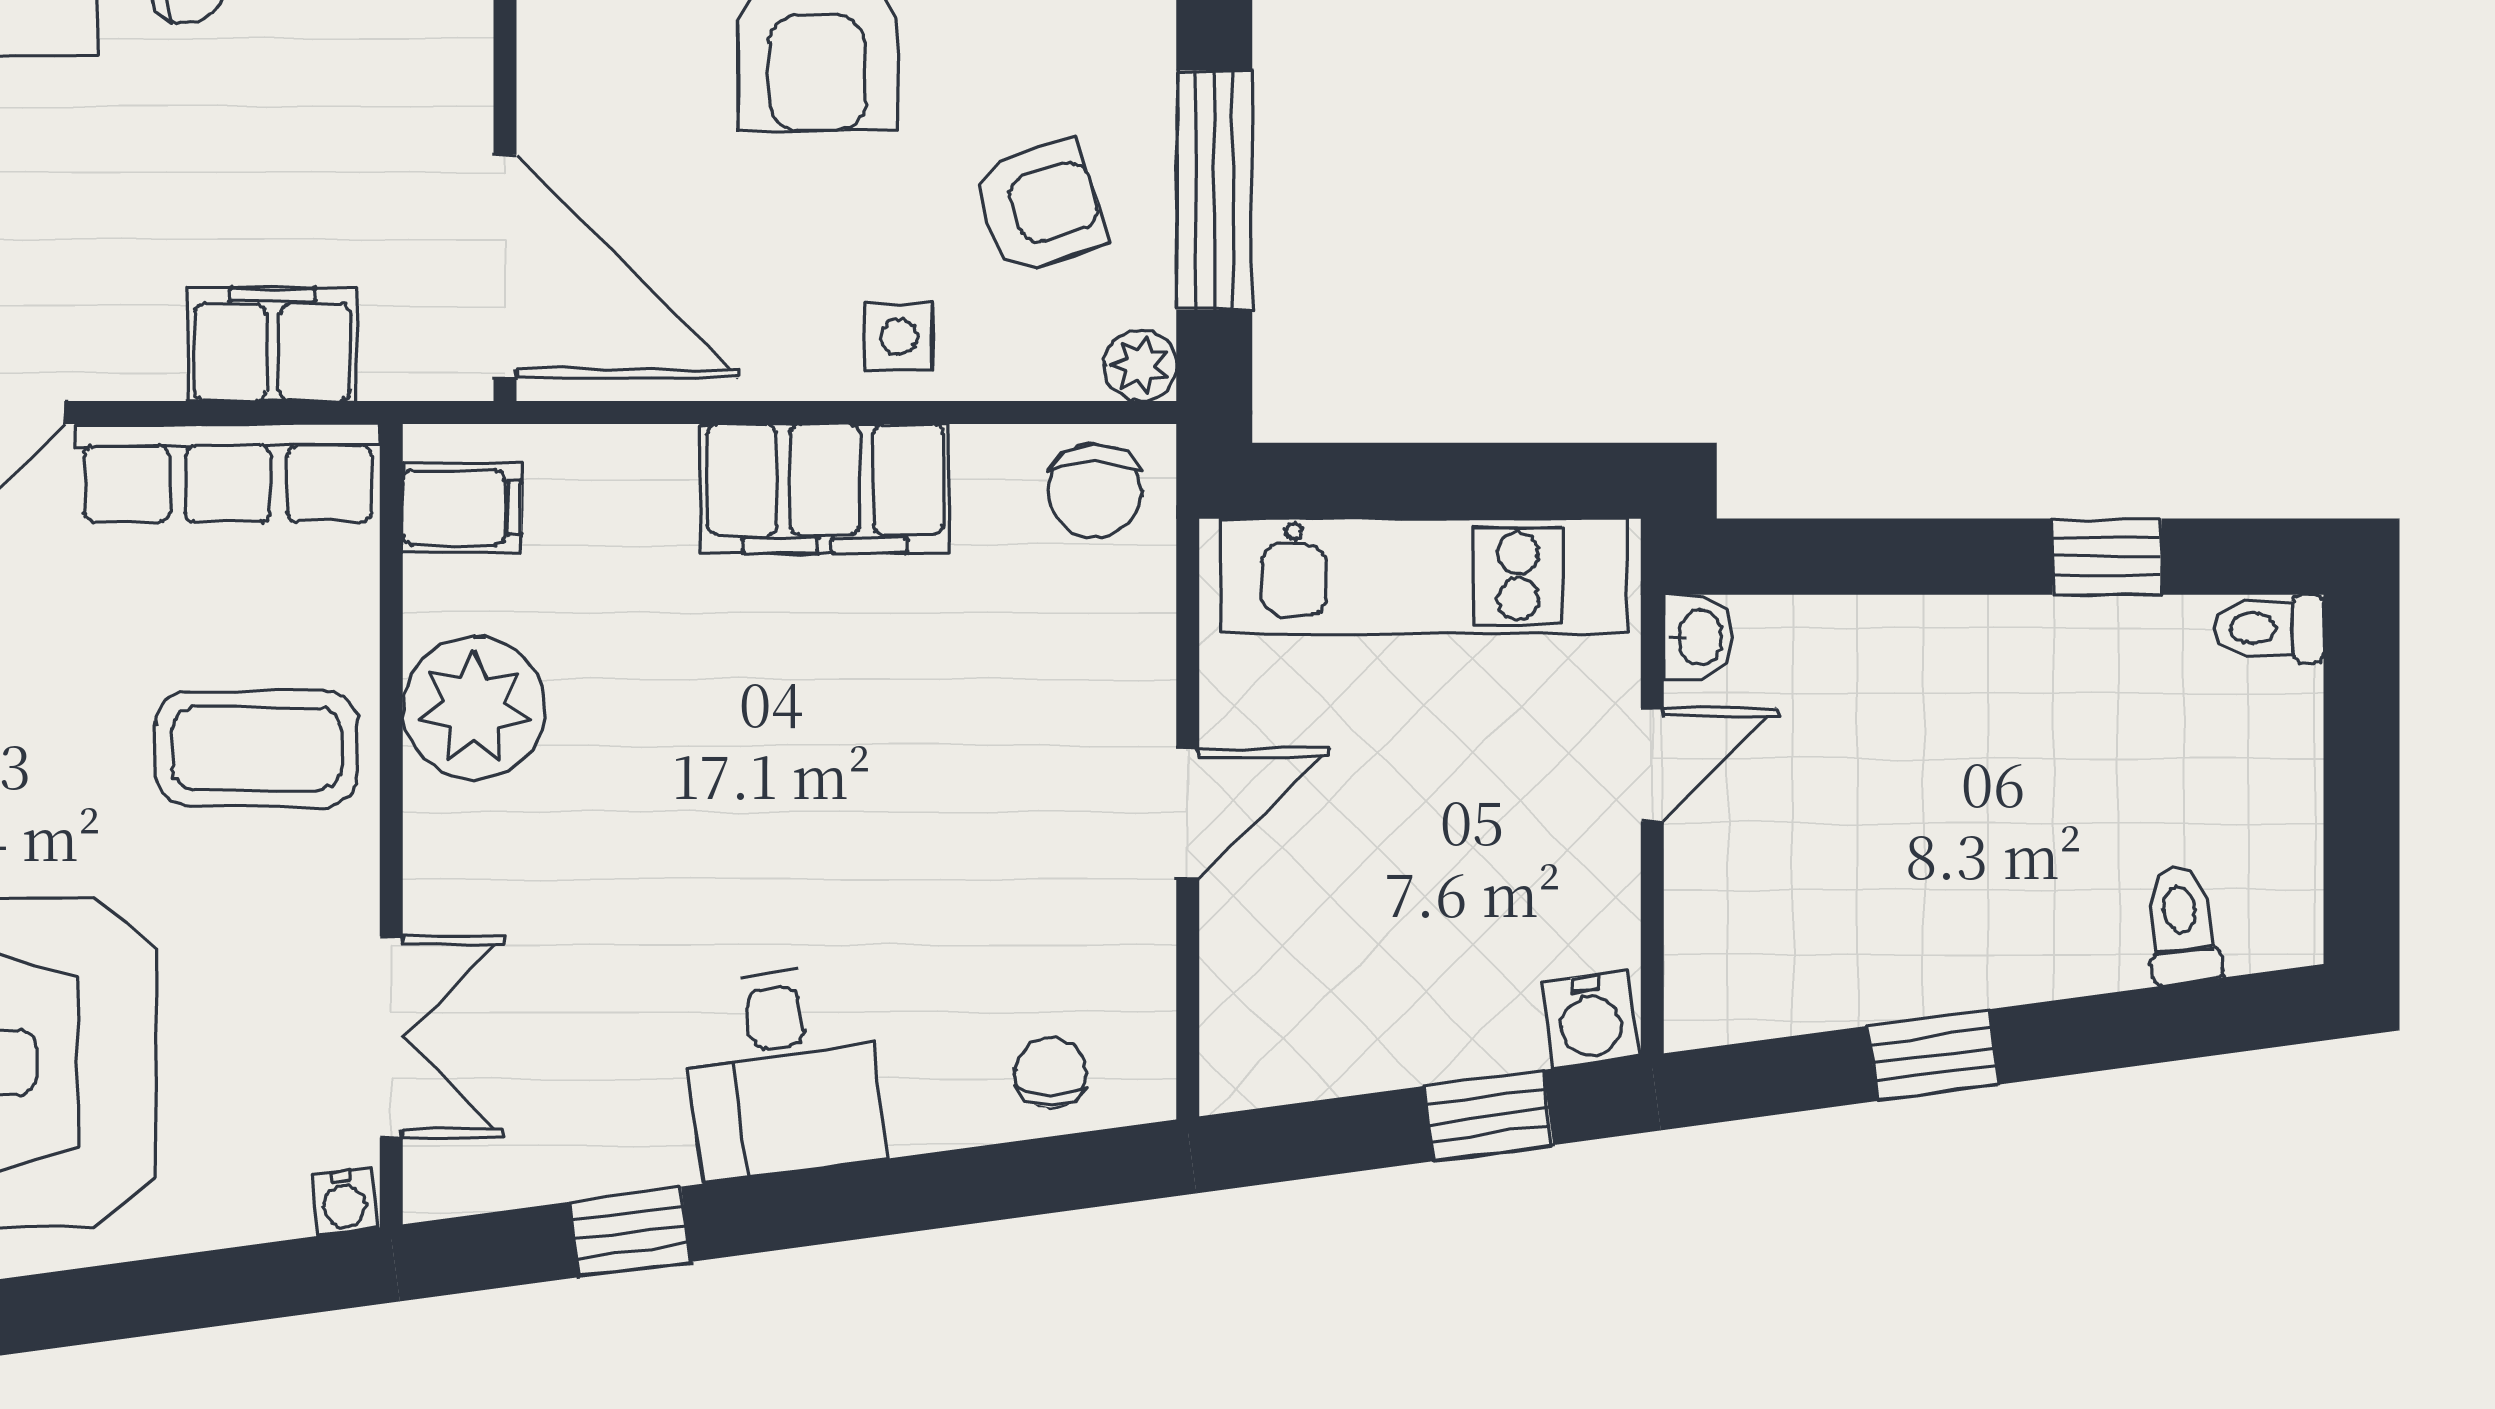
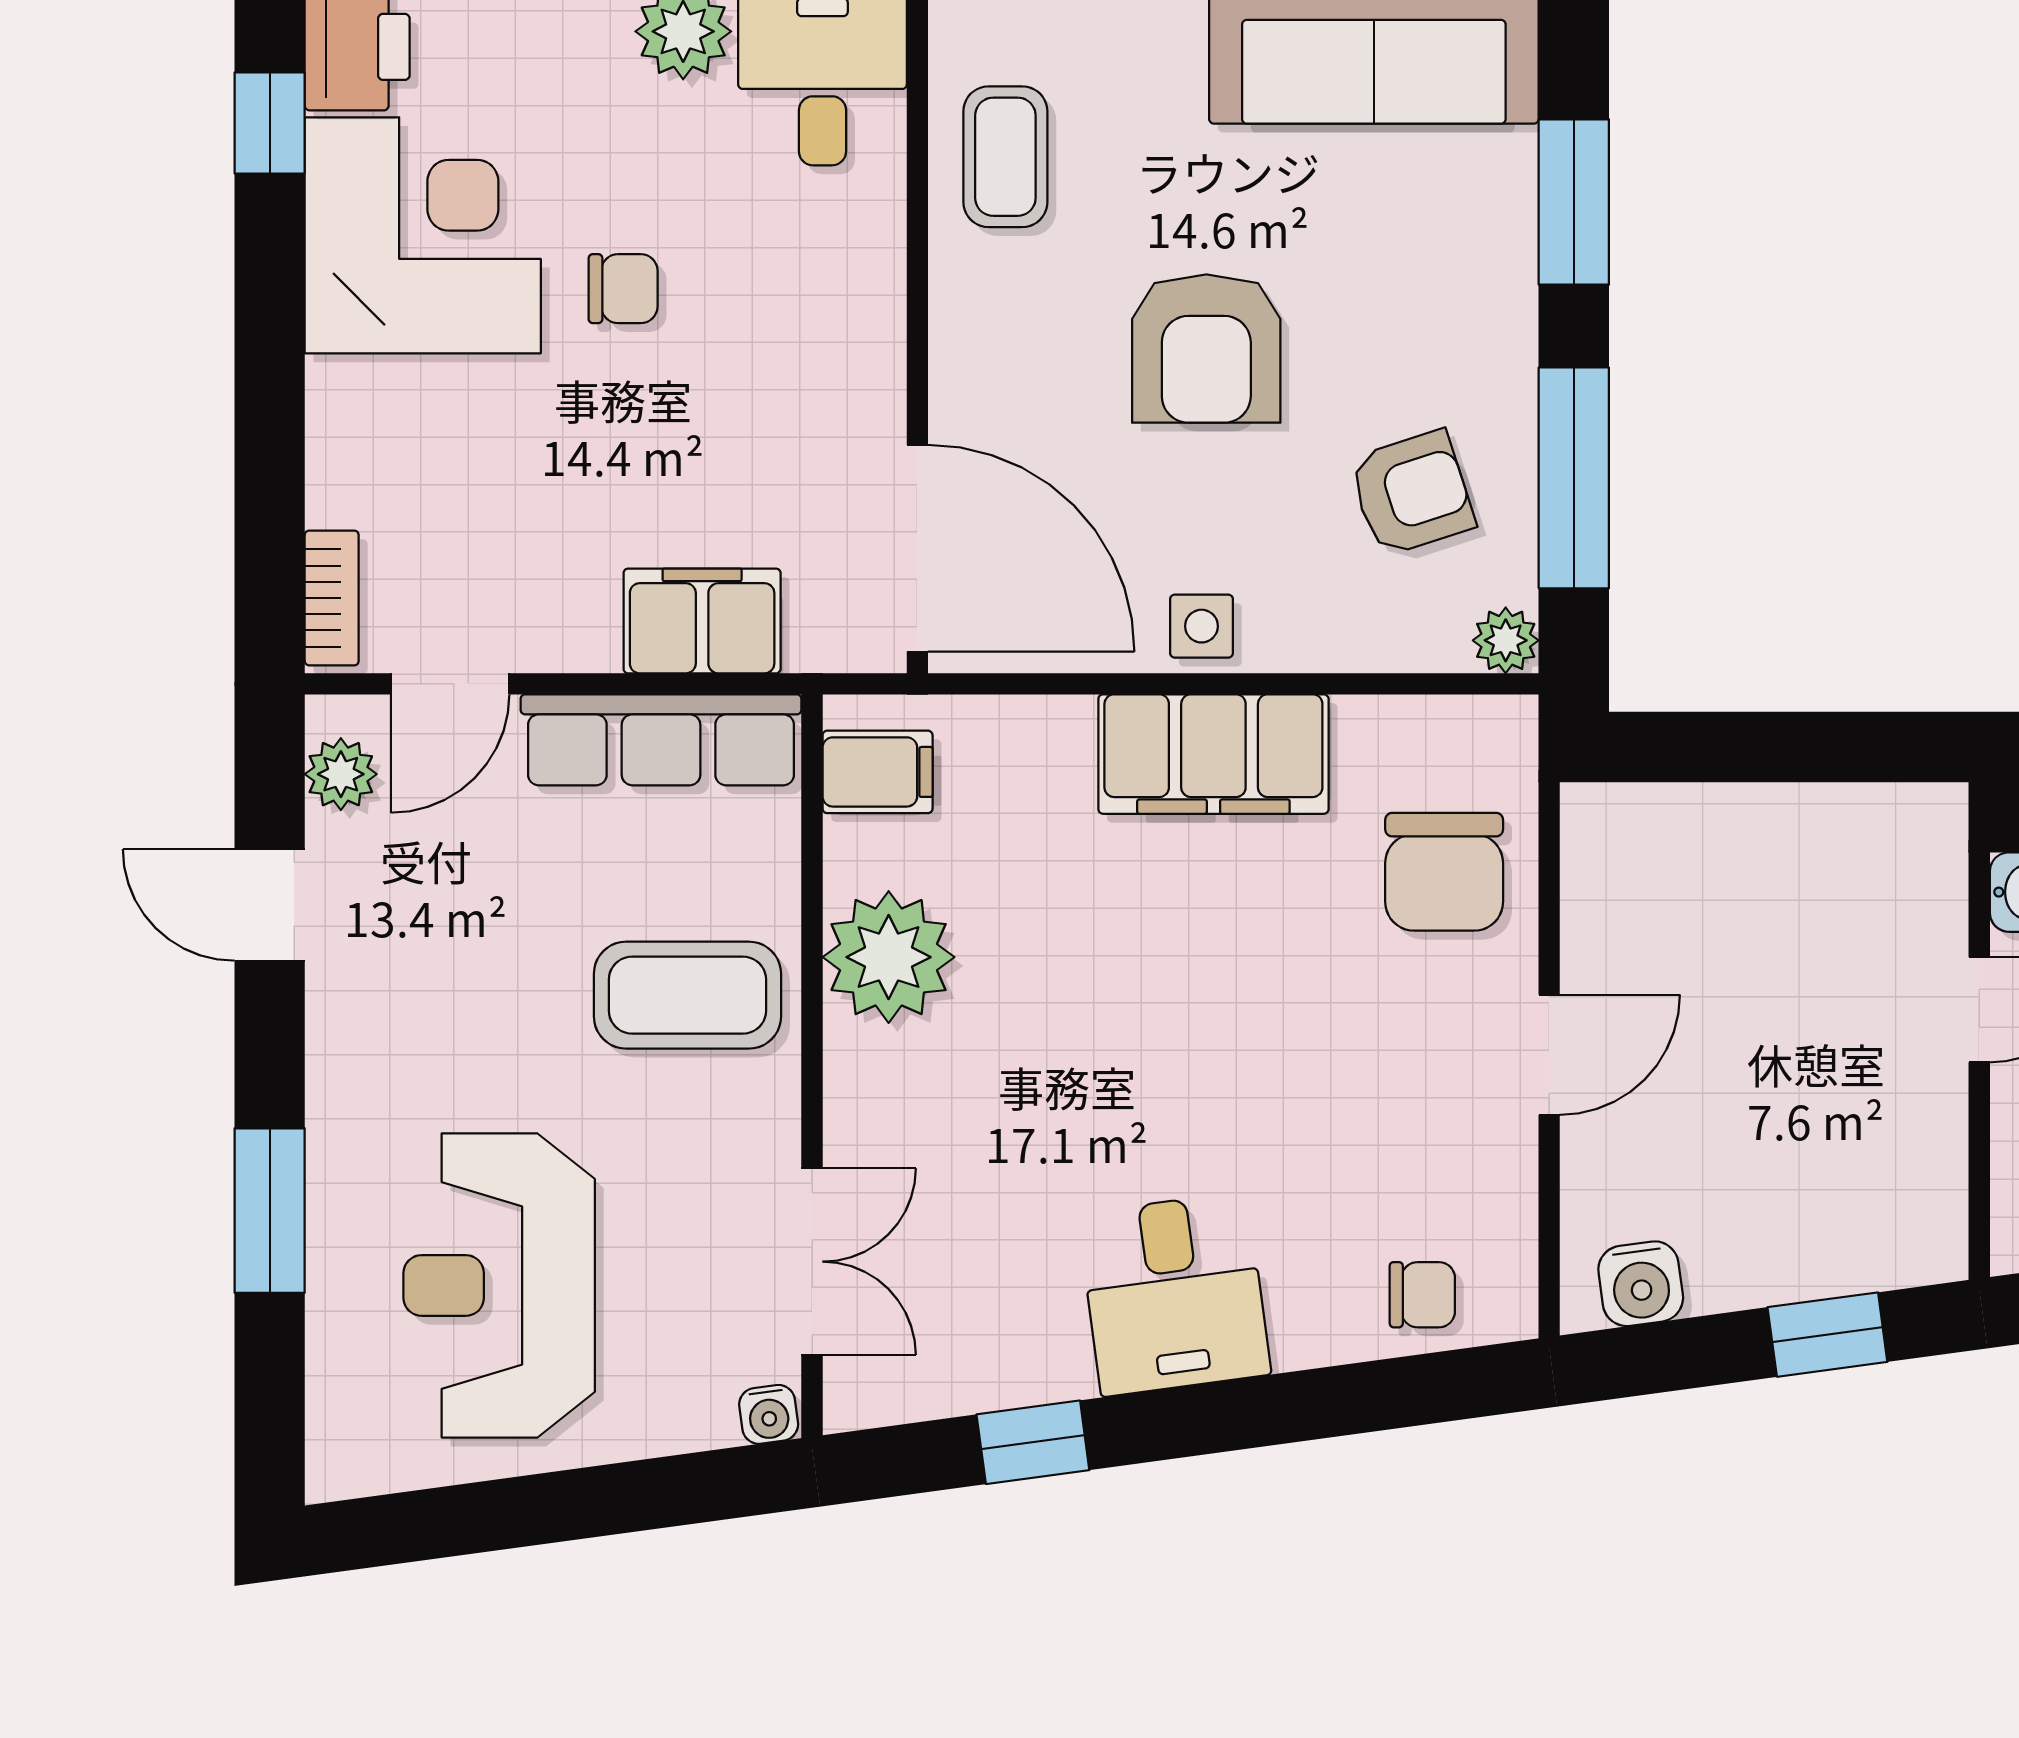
side table: (899, 337) -> (1202, 626), moved
chair: (1095, 491) -> (1444, 872), moved, width x1.37, depth x1.37
kitchen unit: (1424, 576) -> (1768, 835), removed
water cooler: (1590, 1019) -> (1641, 1284), moved
chair: (1051, 1072) -> (1422, 1295), turned 90

